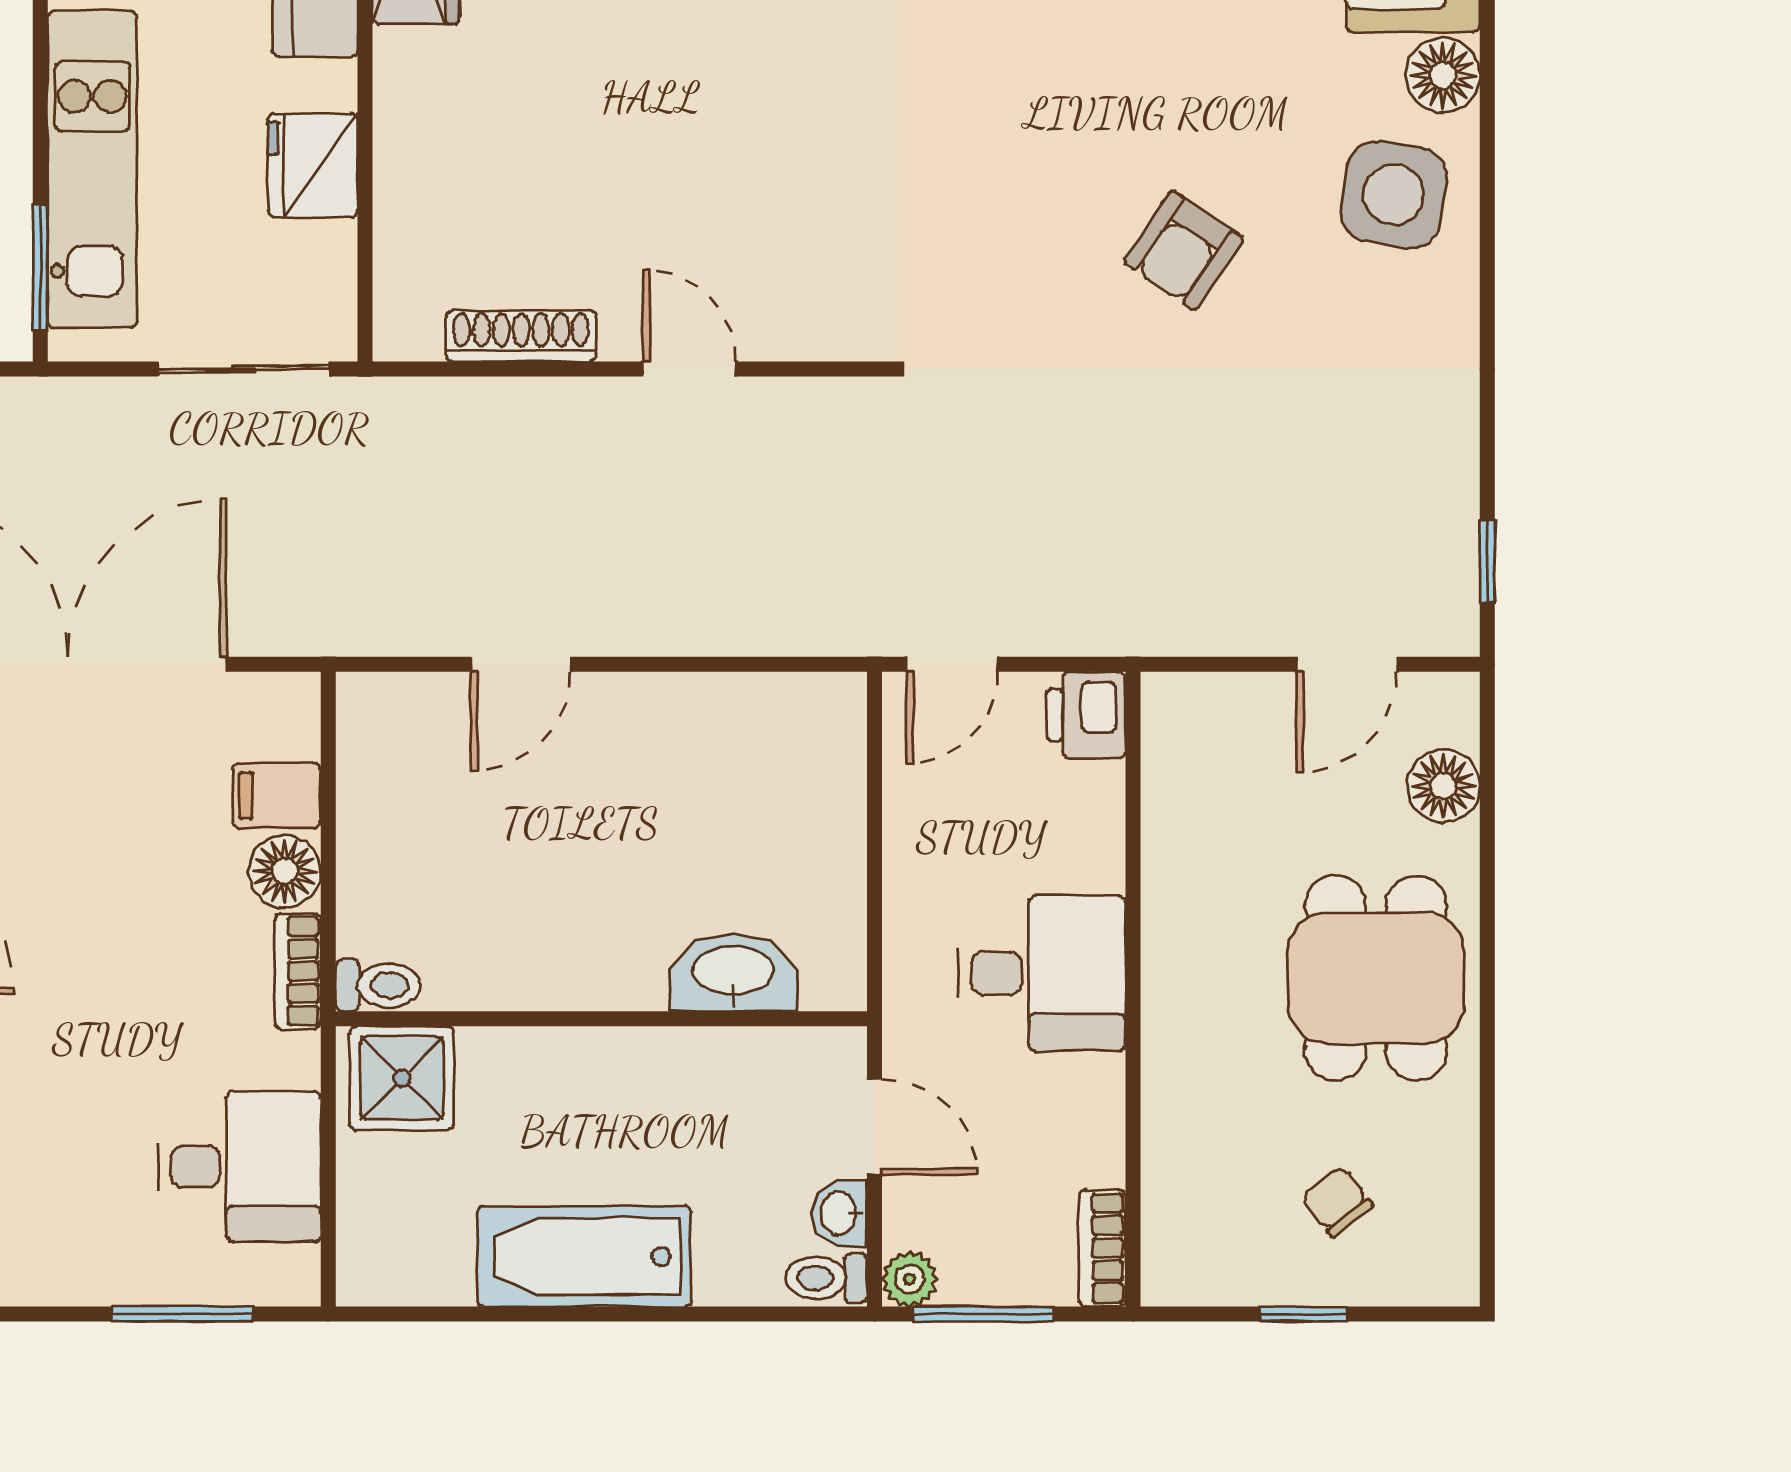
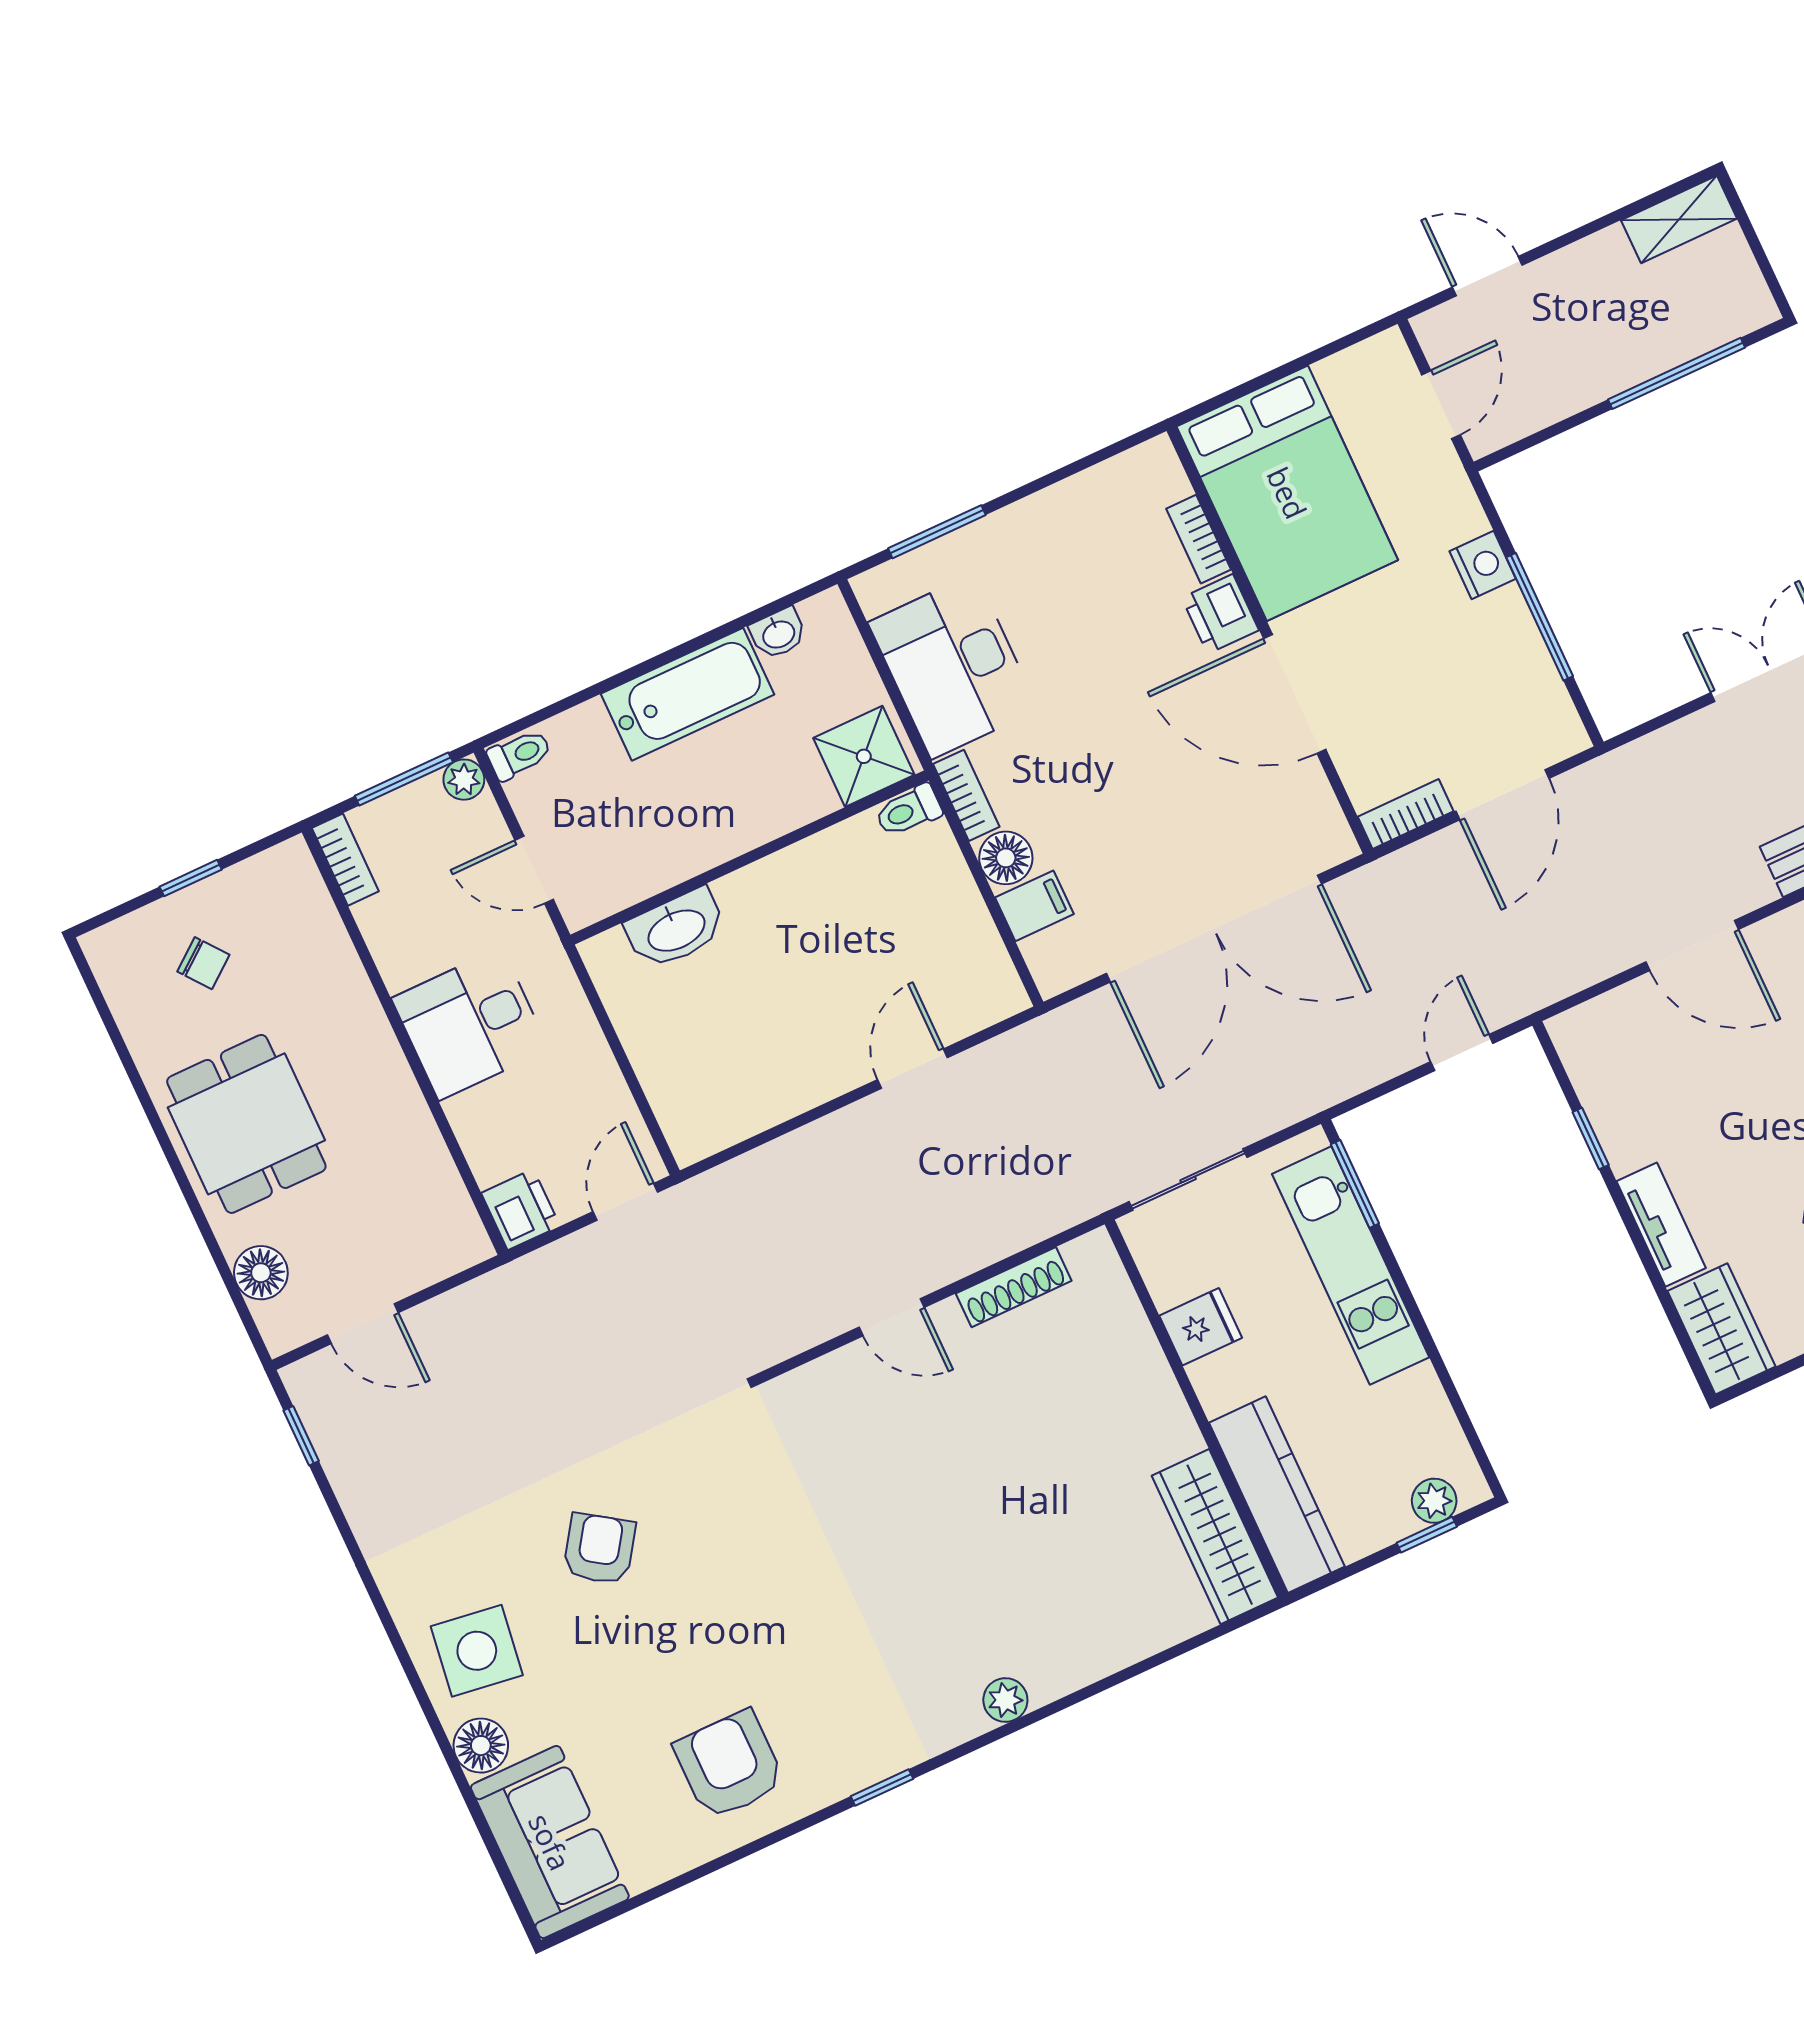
fridge: (313, 165) -> (1201, 1327), width x0.72
door: (1347, 664) -> (363, 1324), swing flipped
desk: (239, 1167) -> (953, 666), width x1.37
washbasin: (840, 1213) -> (778, 633), moved, turned 90

